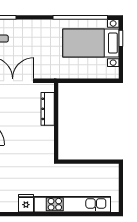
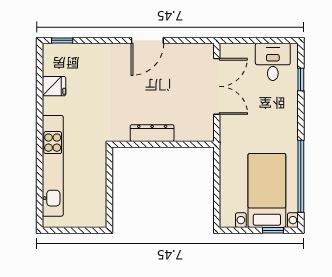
dresser: (48, 109) -> (152, 133), moved
fridge: (26, 203) -> (54, 86), moved

